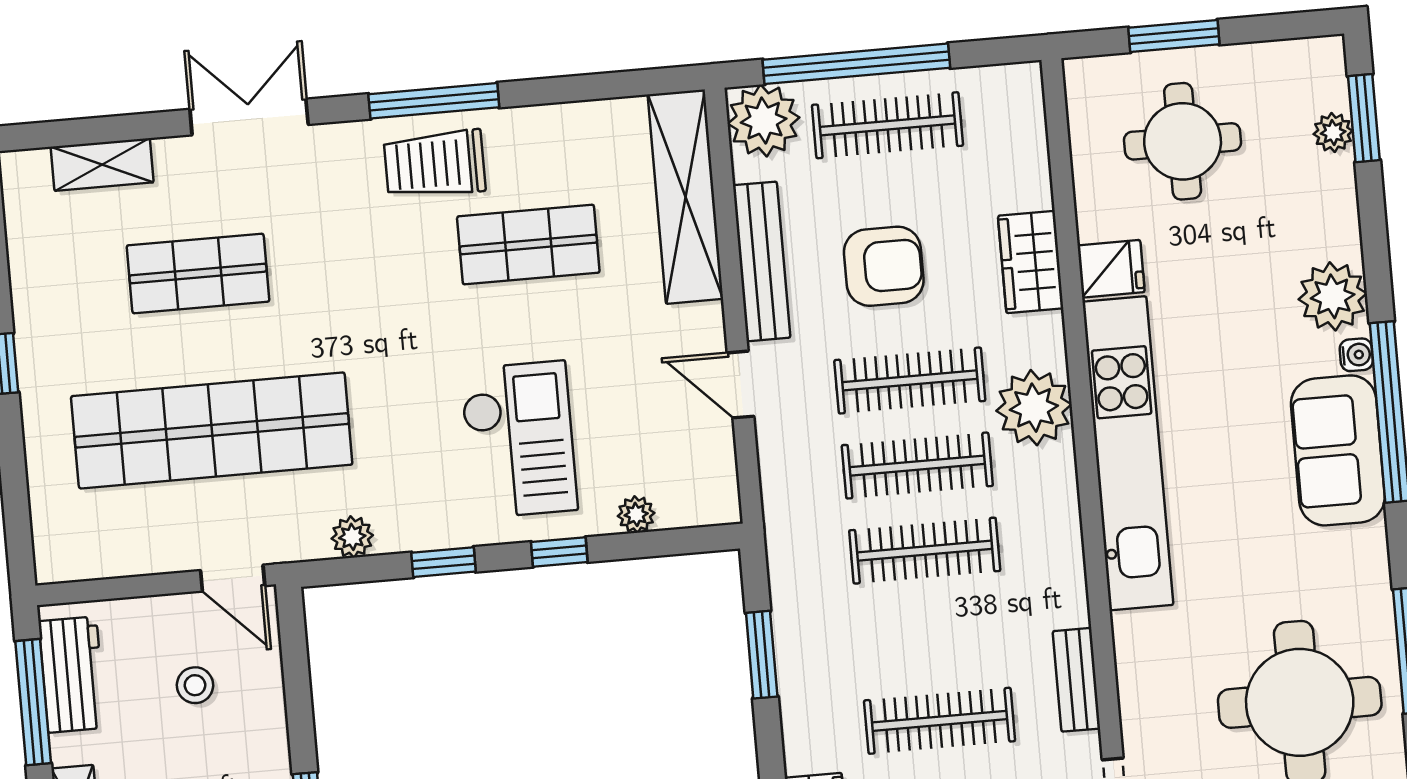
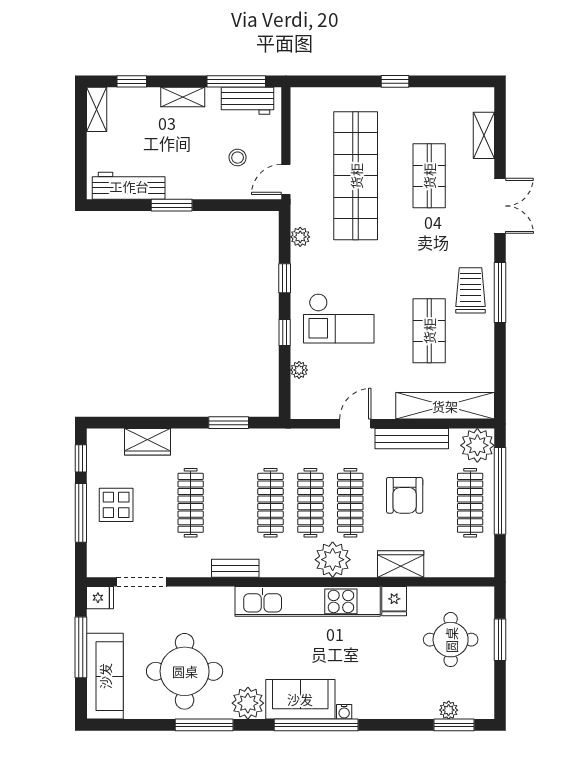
plant: (1333, 296) -> (248, 703), moved
bench: (1076, 680) -> (235, 568), moved

